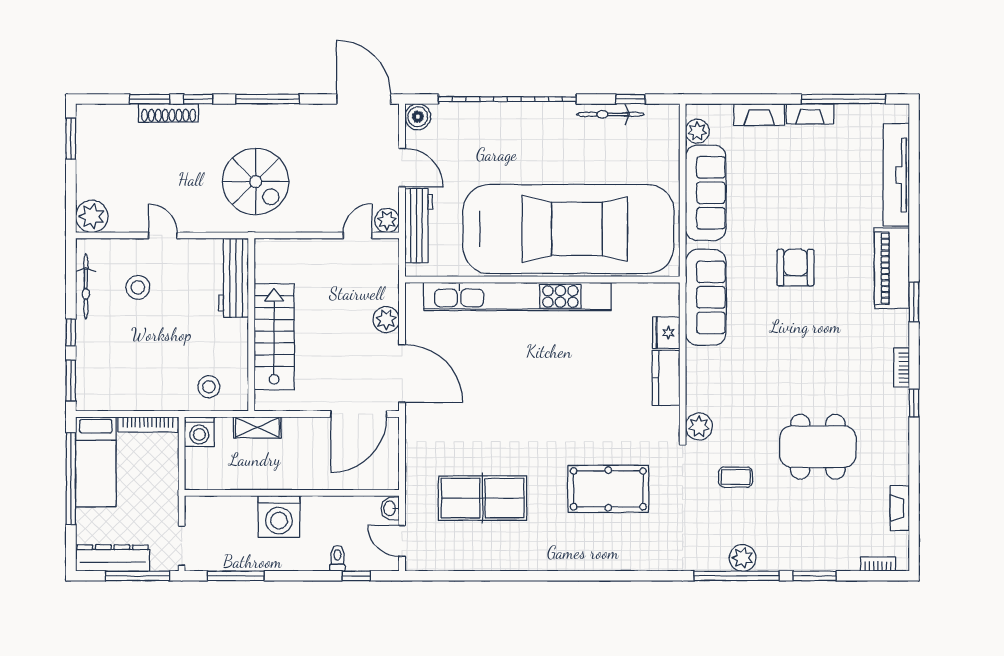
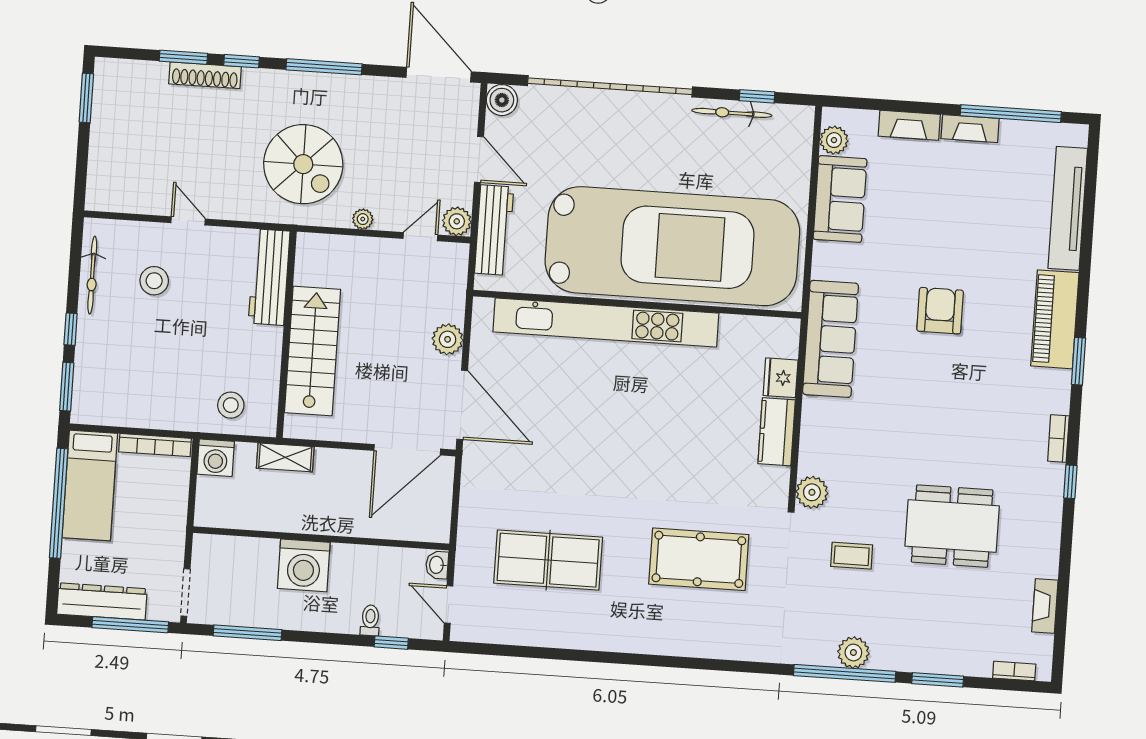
sofa: (706, 193) -> (840, 199), width x0.73
plant: (92, 216) -> (363, 219), moved, width x0.53, depth x0.53

